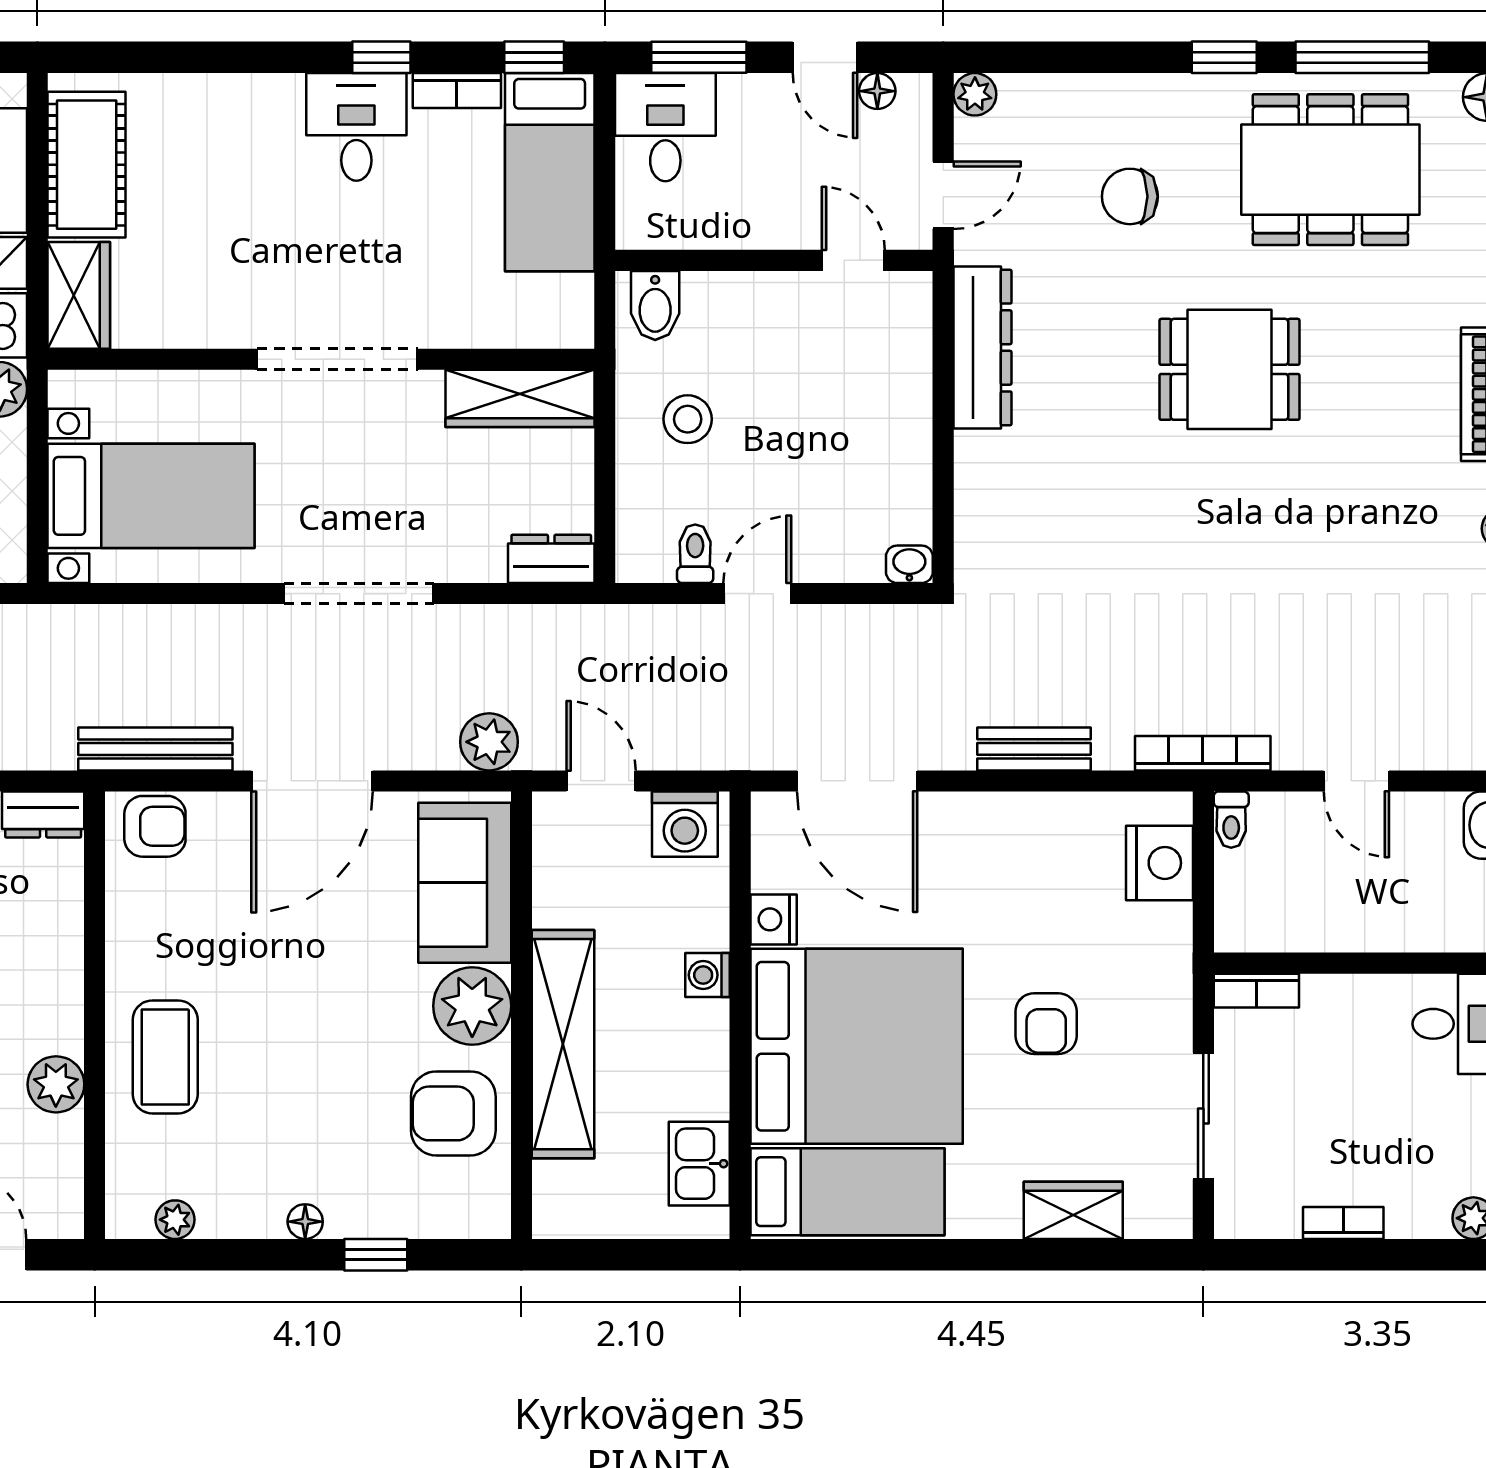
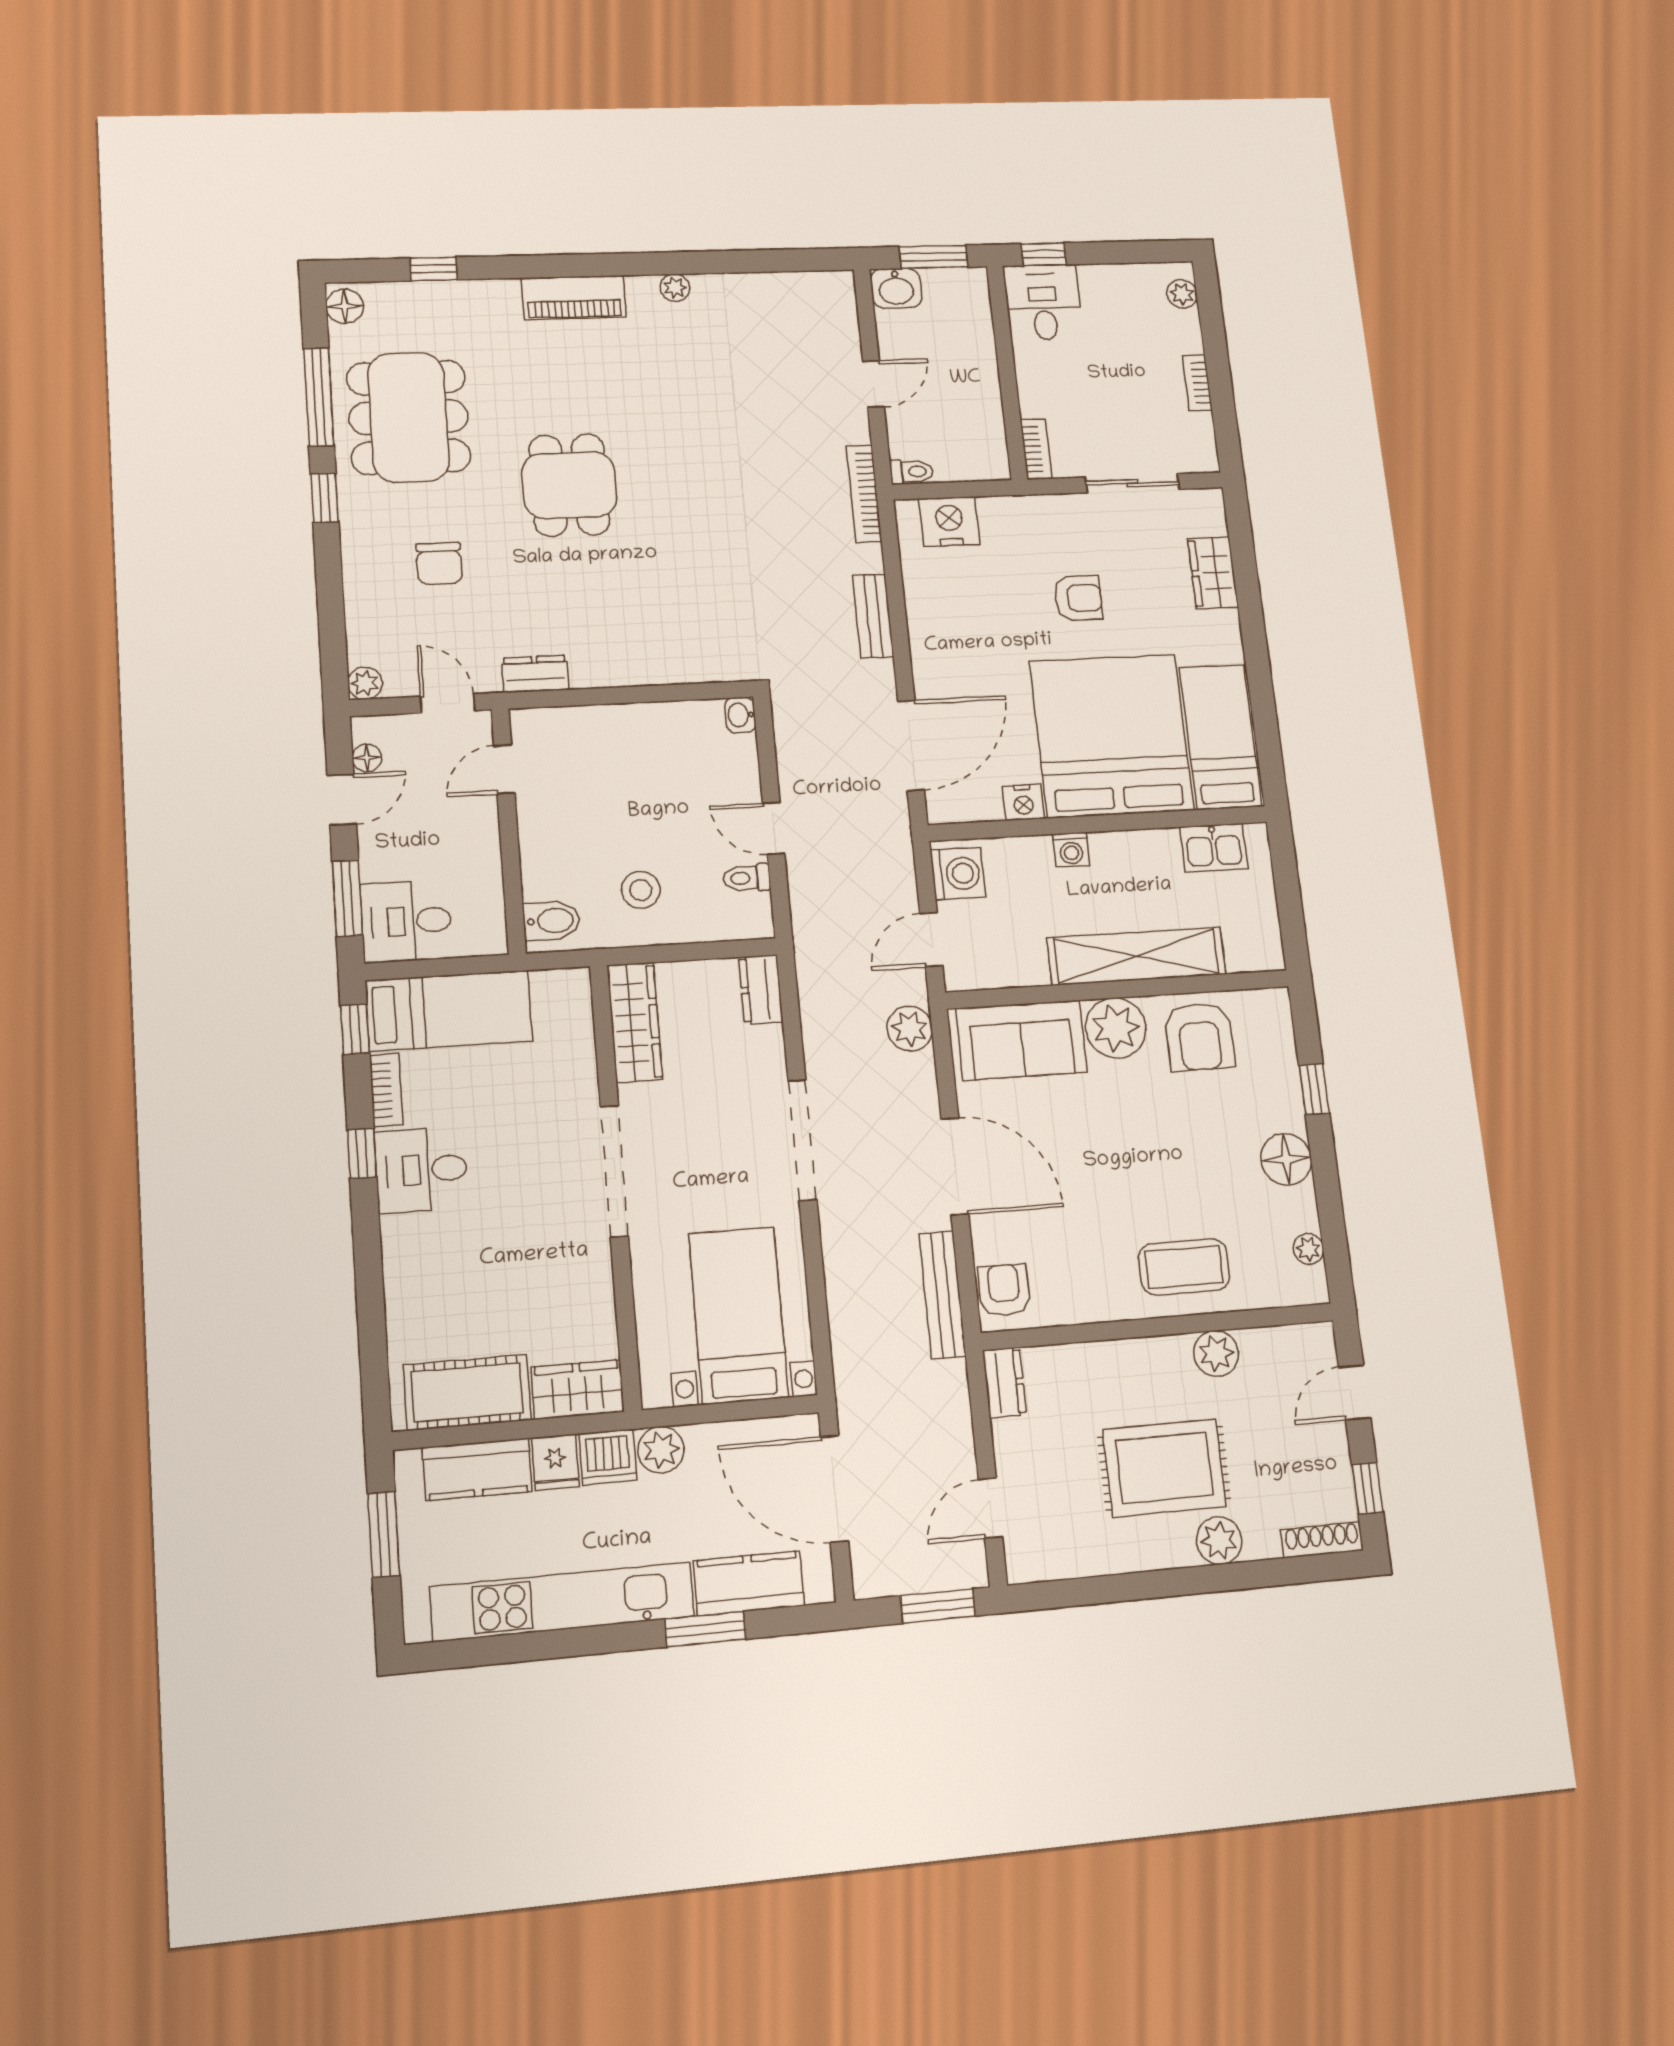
dresser: (982, 347) -> (535, 674), width x0.51, depth x0.80
floor lamp: (305, 1222) -> (1286, 1159), width x1.89, depth x1.89

